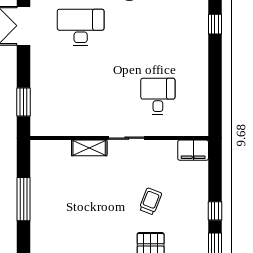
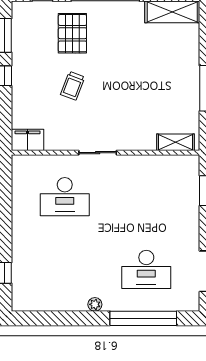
desk: (158, 96) -> (65, 197), width x1.37
shelving: (89, 148) -> (176, 142), moved

